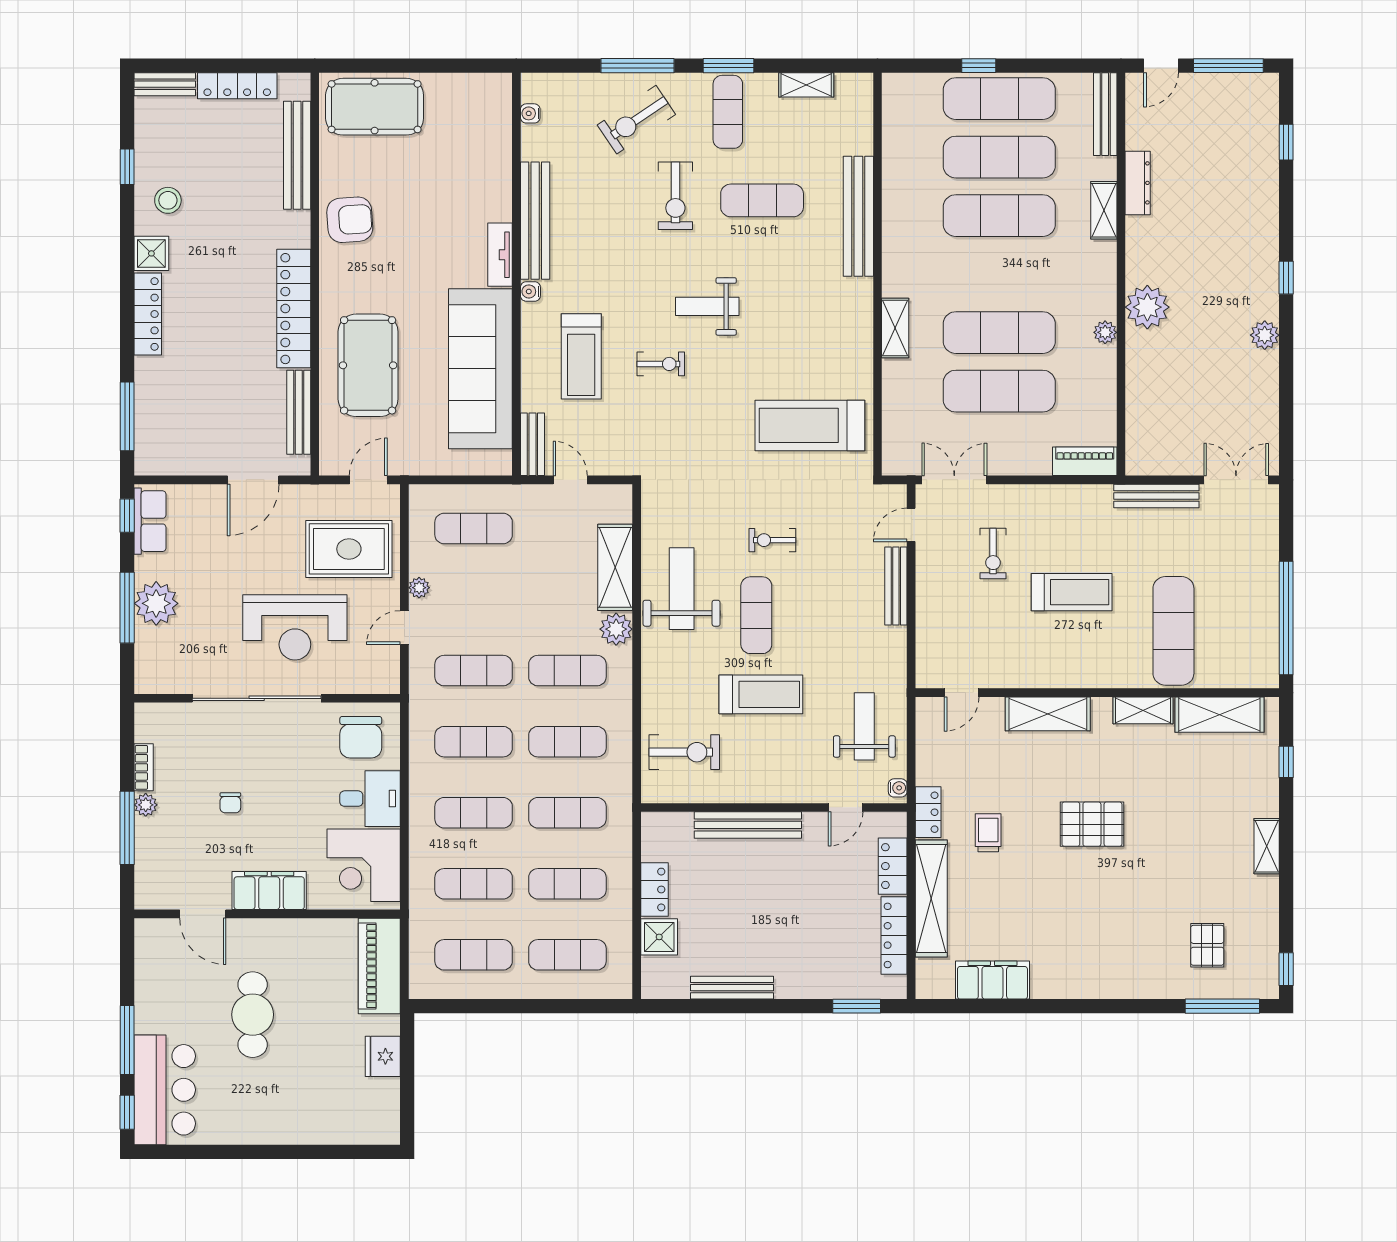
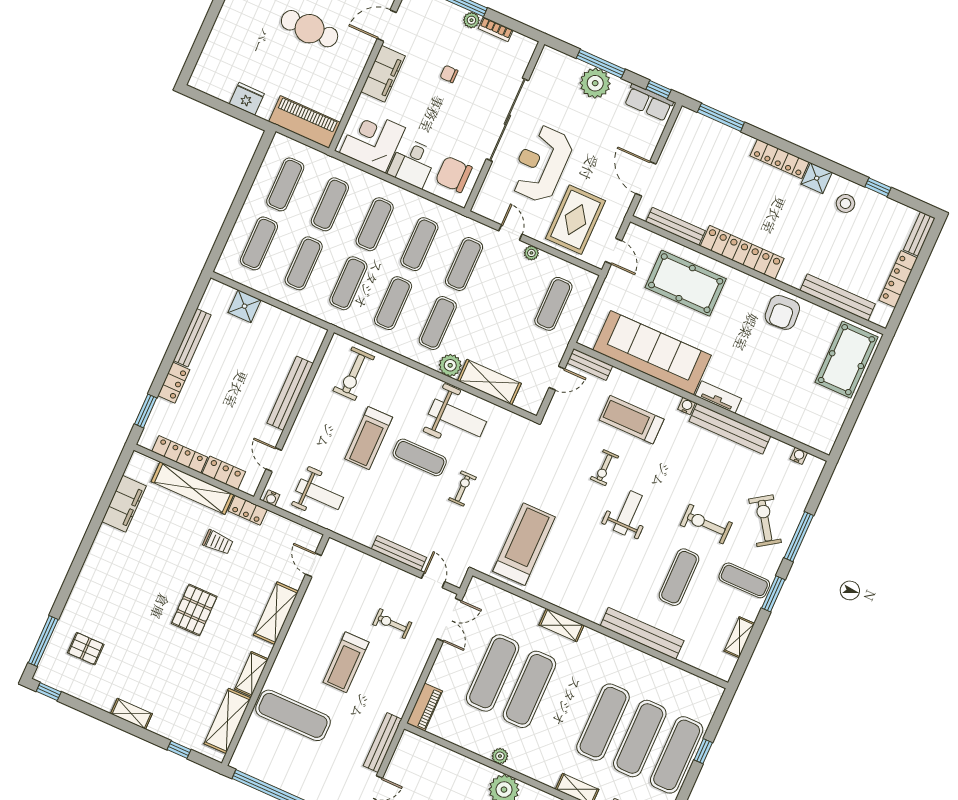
locker: (654, 889) -> (174, 383), moved, turned -90

